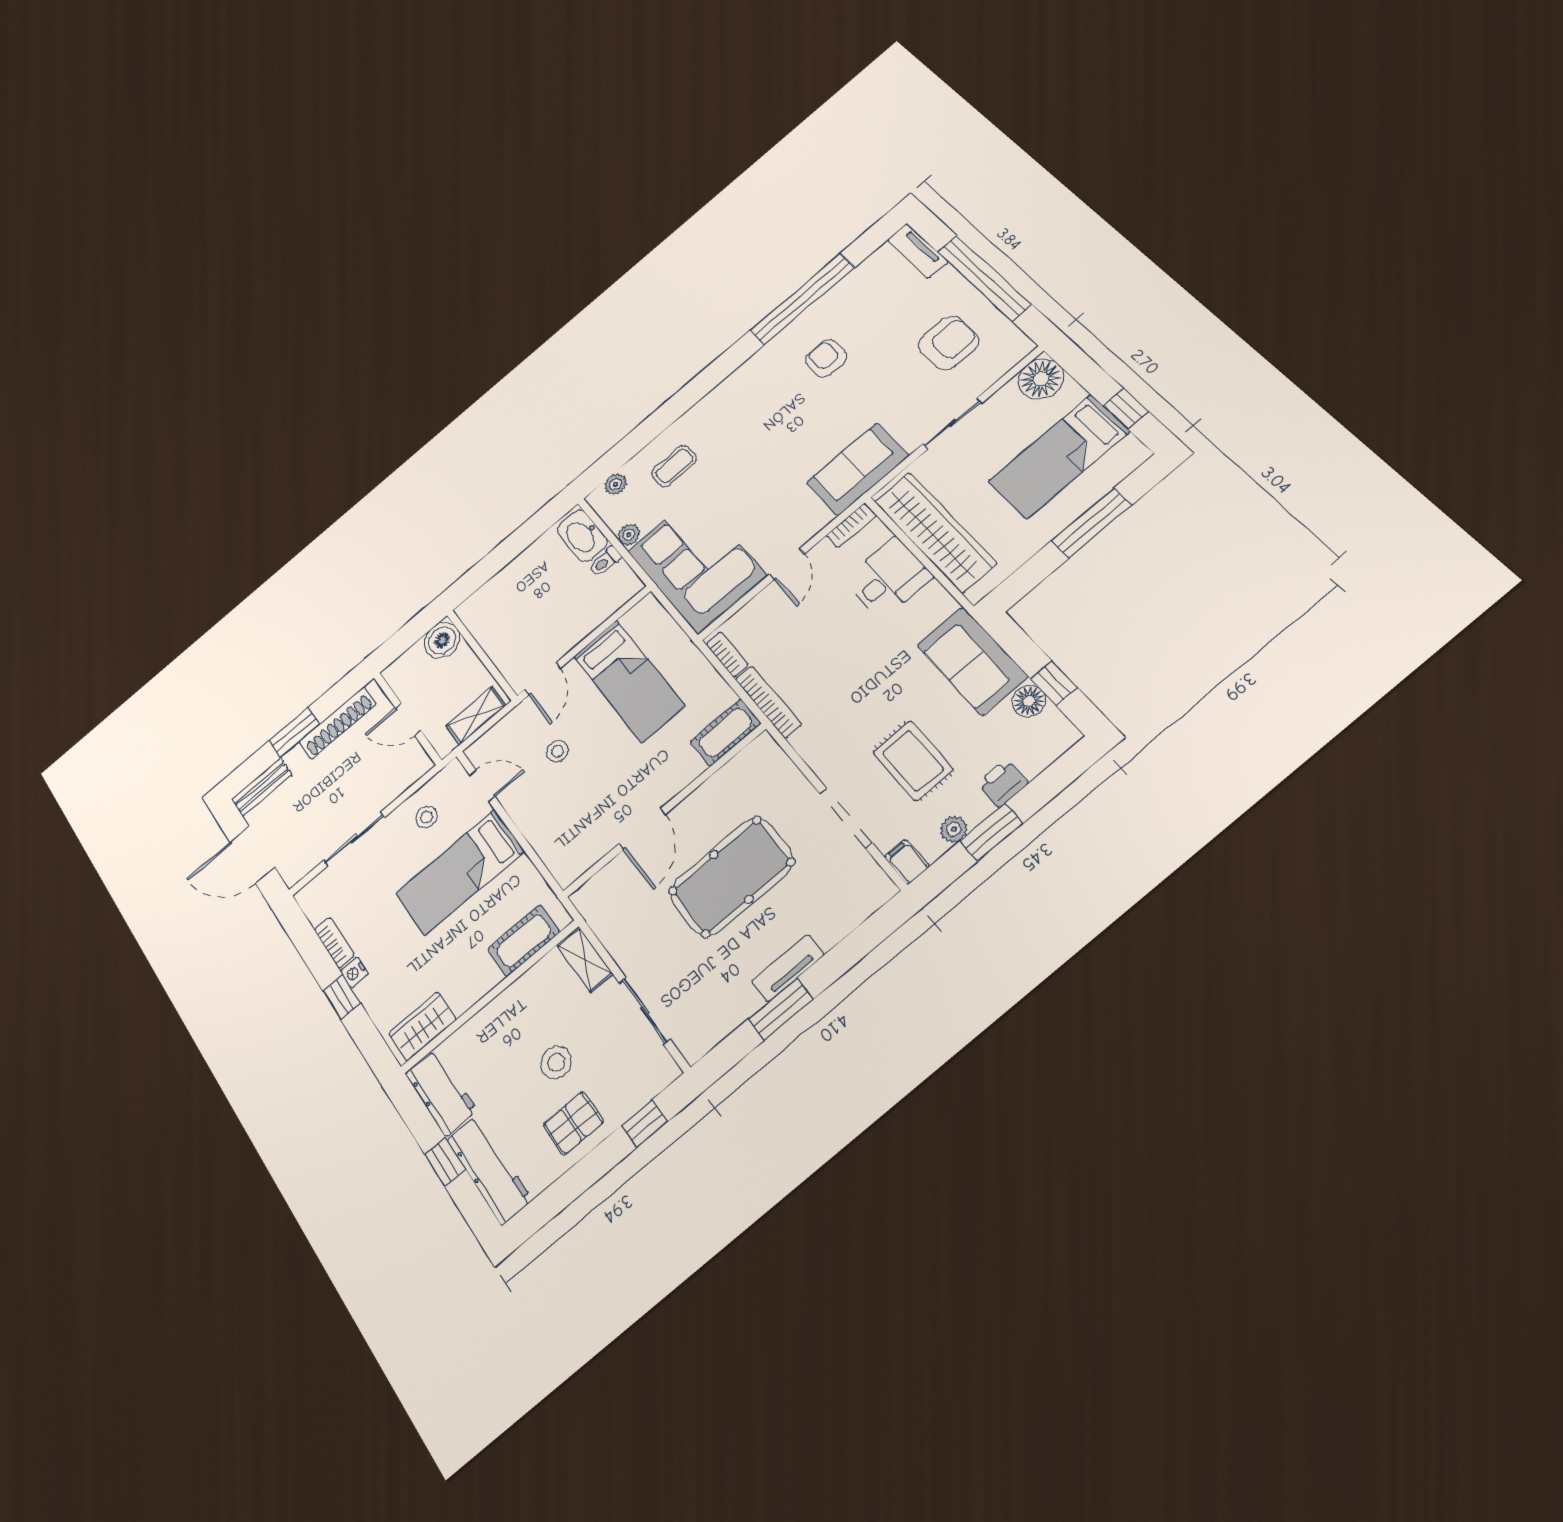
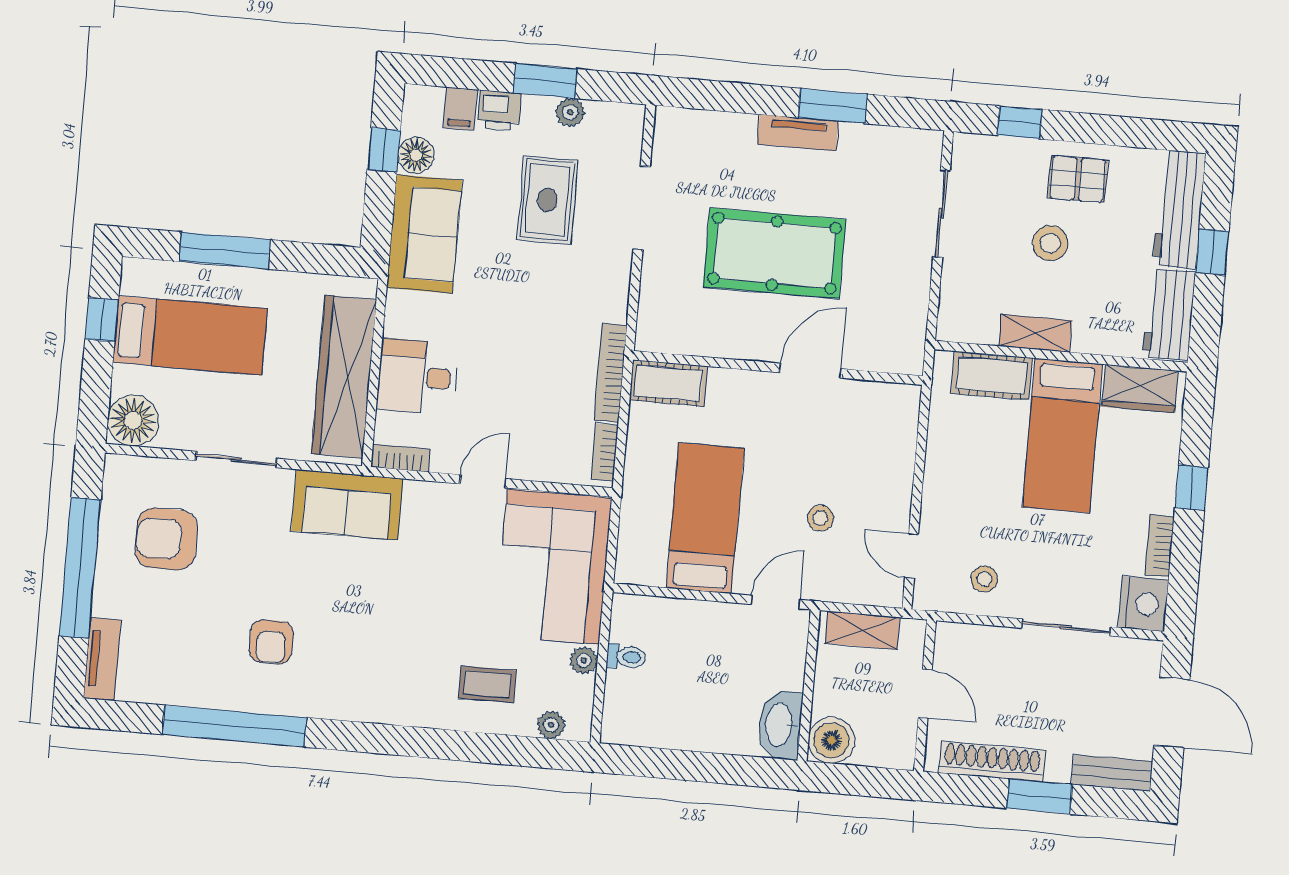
washbasin: (582, 536) -> (780, 725), moved, turned 180
filing cabinet: (907, 862) -> (460, 109), moved
bed: (460, 872) -> (1062, 435), moved, turned 90
shelving: (585, 959) -> (1035, 333), moved, turned 90
nightstand: (354, 973) -> (1143, 604), moved, width x1.89, depth x1.79

